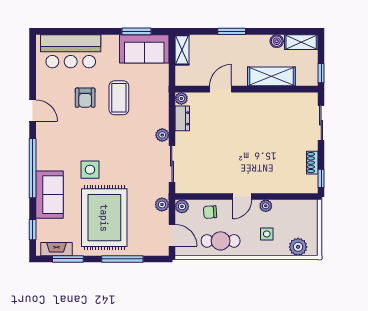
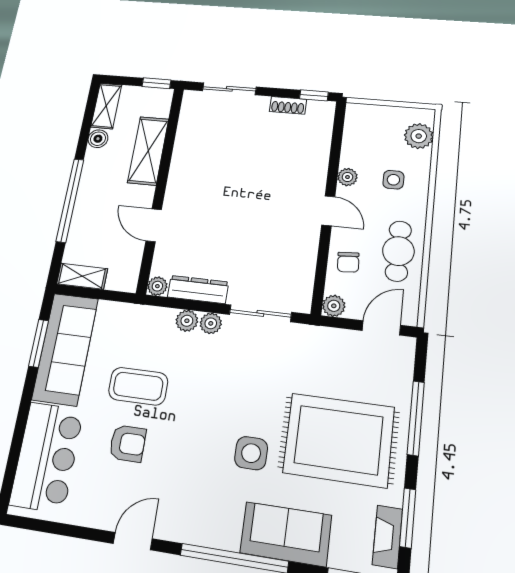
window: (232, 31) -> (70, 200), width x2.11
sofa: (144, 49) -> (65, 349), width x1.36
dresser: (182, 118) -> (198, 290), width x1.44
plant: (162, 205) -> (187, 321), moved

